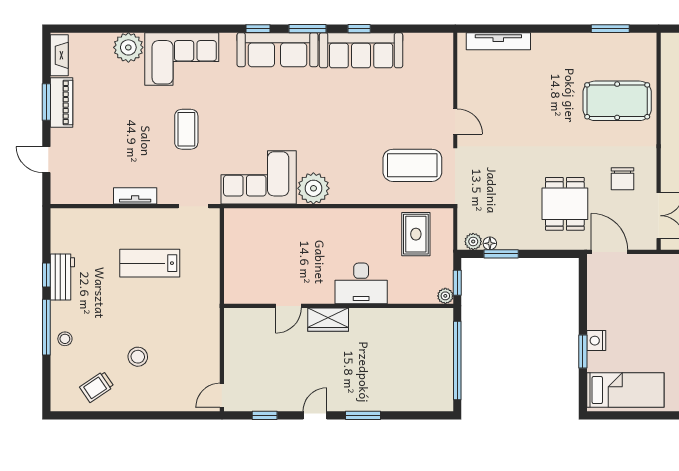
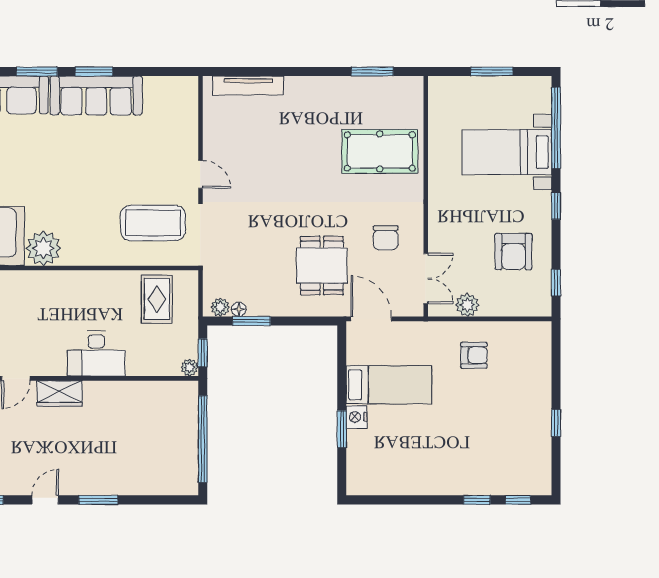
window: (359, 29) -> (94, 71), width x1.50
bed: (625, 390) -> (389, 385), moved

